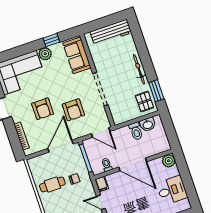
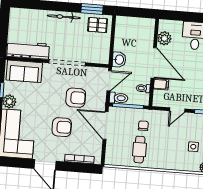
workbench: (111, 32) -> (28, 50), moved, turned -90
washbasin: (148, 124) -> (119, 60), moved
toilet: (136, 131) -> (119, 98), moved
plant: (169, 161) -> (164, 38), moved
door: (133, 164) -> (154, 63), hinge flipped
filing cabinet: (102, 184) -> (161, 84), moved

